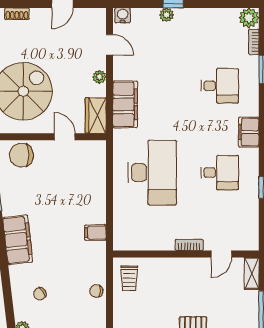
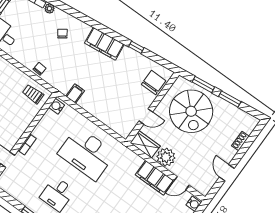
plant: (99, 77) -> (166, 157), width x1.87, depth x1.87
filing cabinet: (125, 104) -> (154, 178), moved
water cooler: (124, 243) -> (57, 106), added

